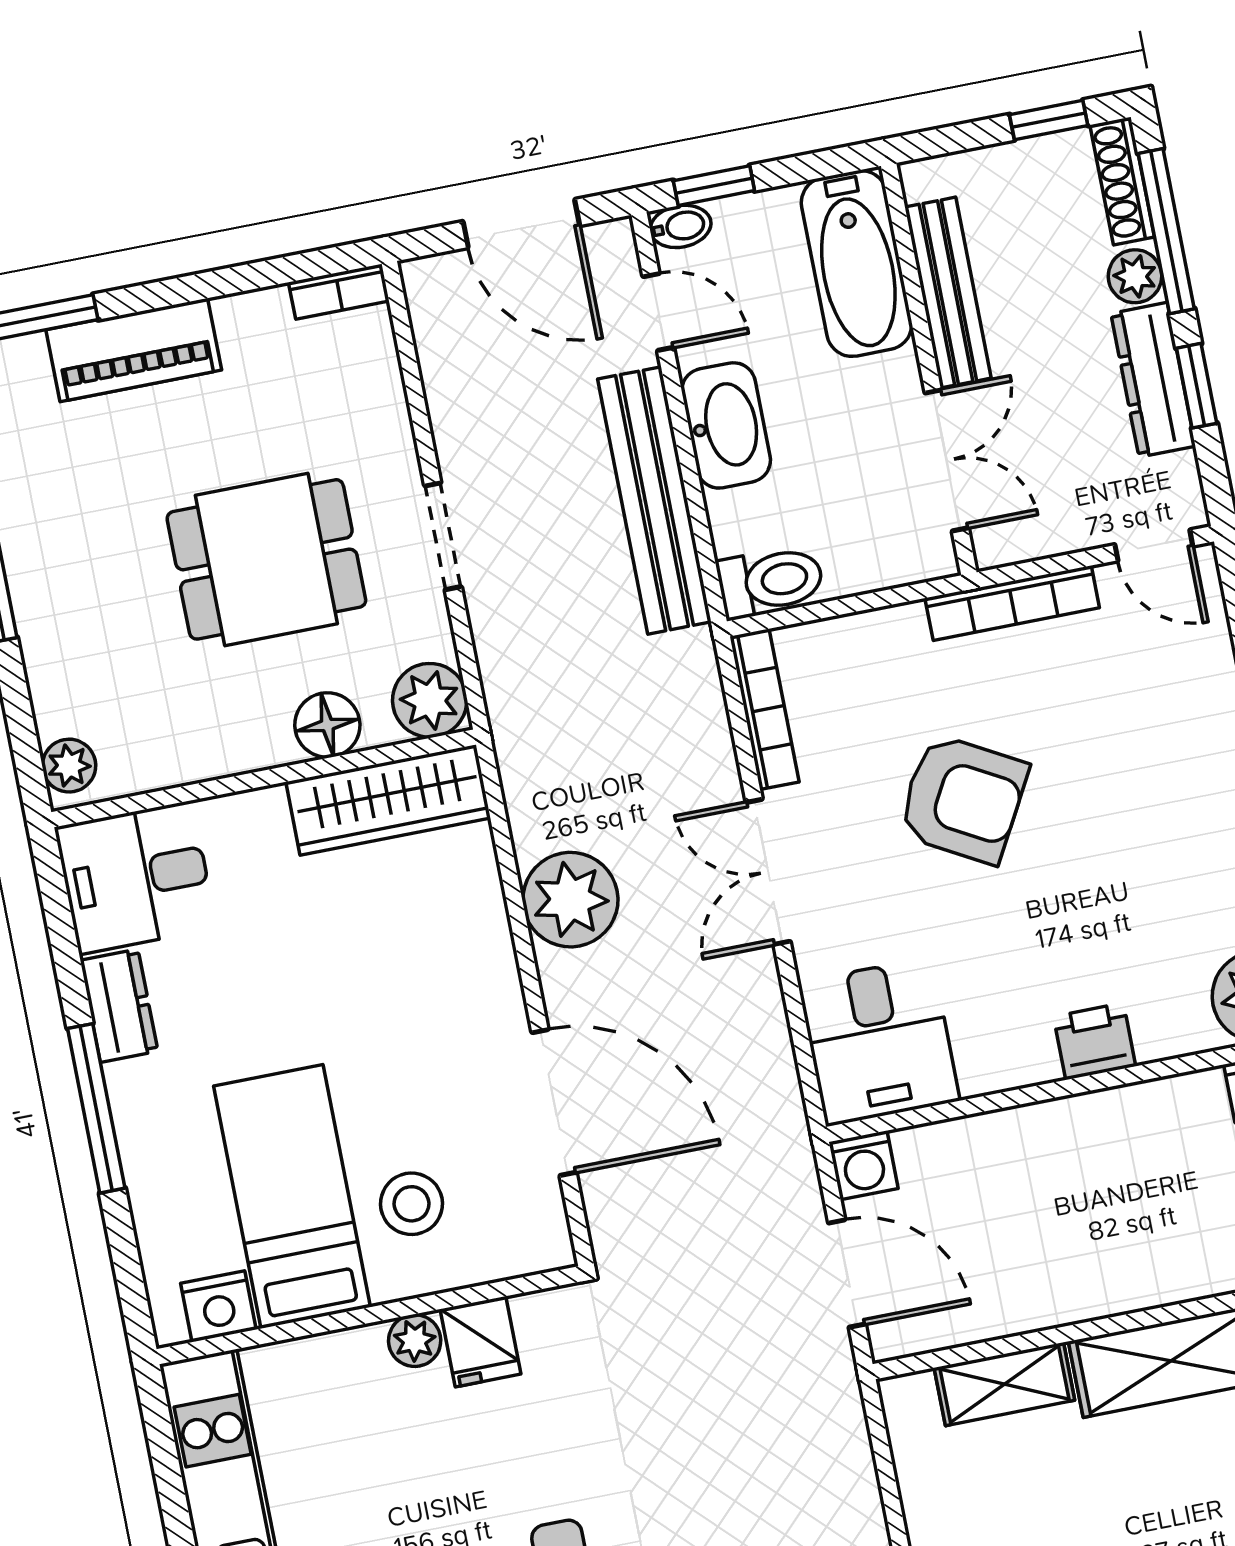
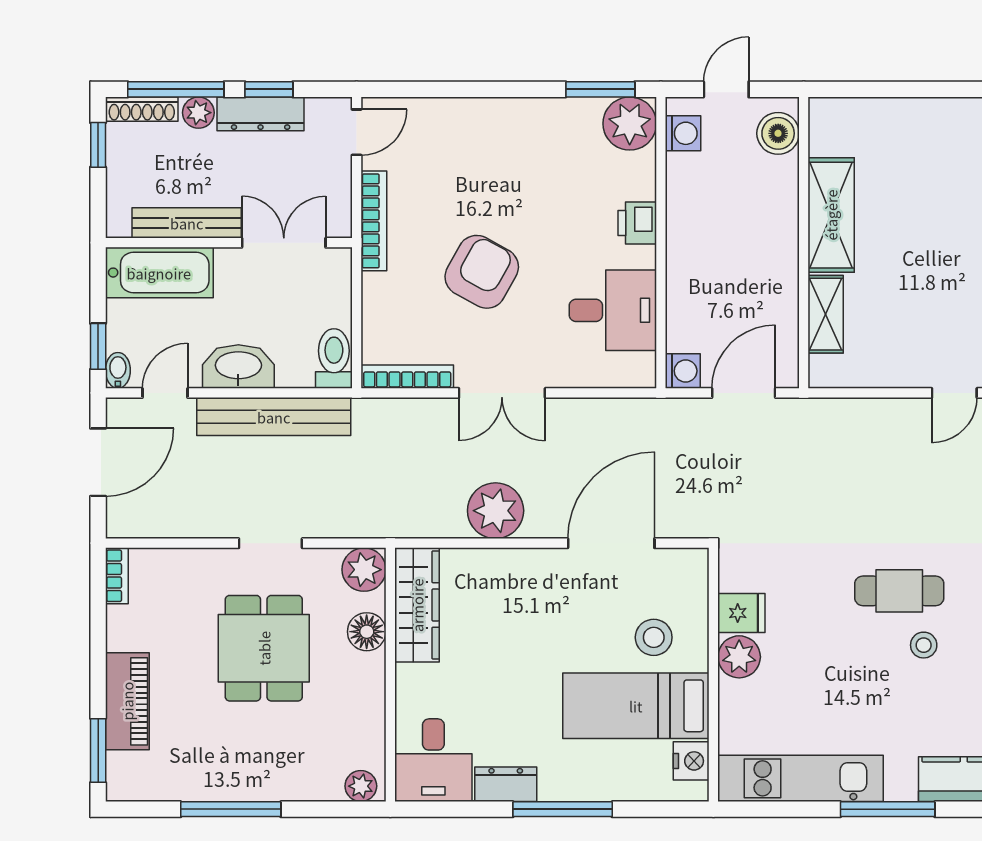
desk: (879, 1042) -> (613, 310), moved
plant: (415, 1341) -> (739, 657), width x1.38, depth x1.38

